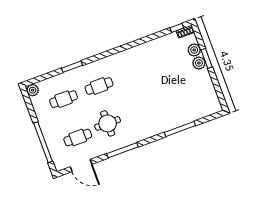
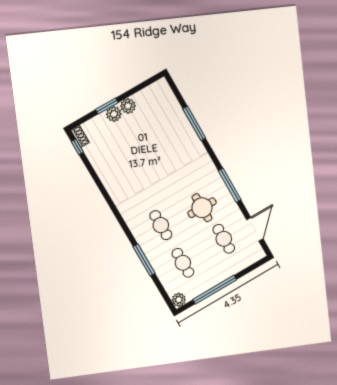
plant: (194, 50) -> (128, 106), moved
window: (72, 67) -> (144, 260), width x1.44
window: (43, 142) -> (215, 290), moved

